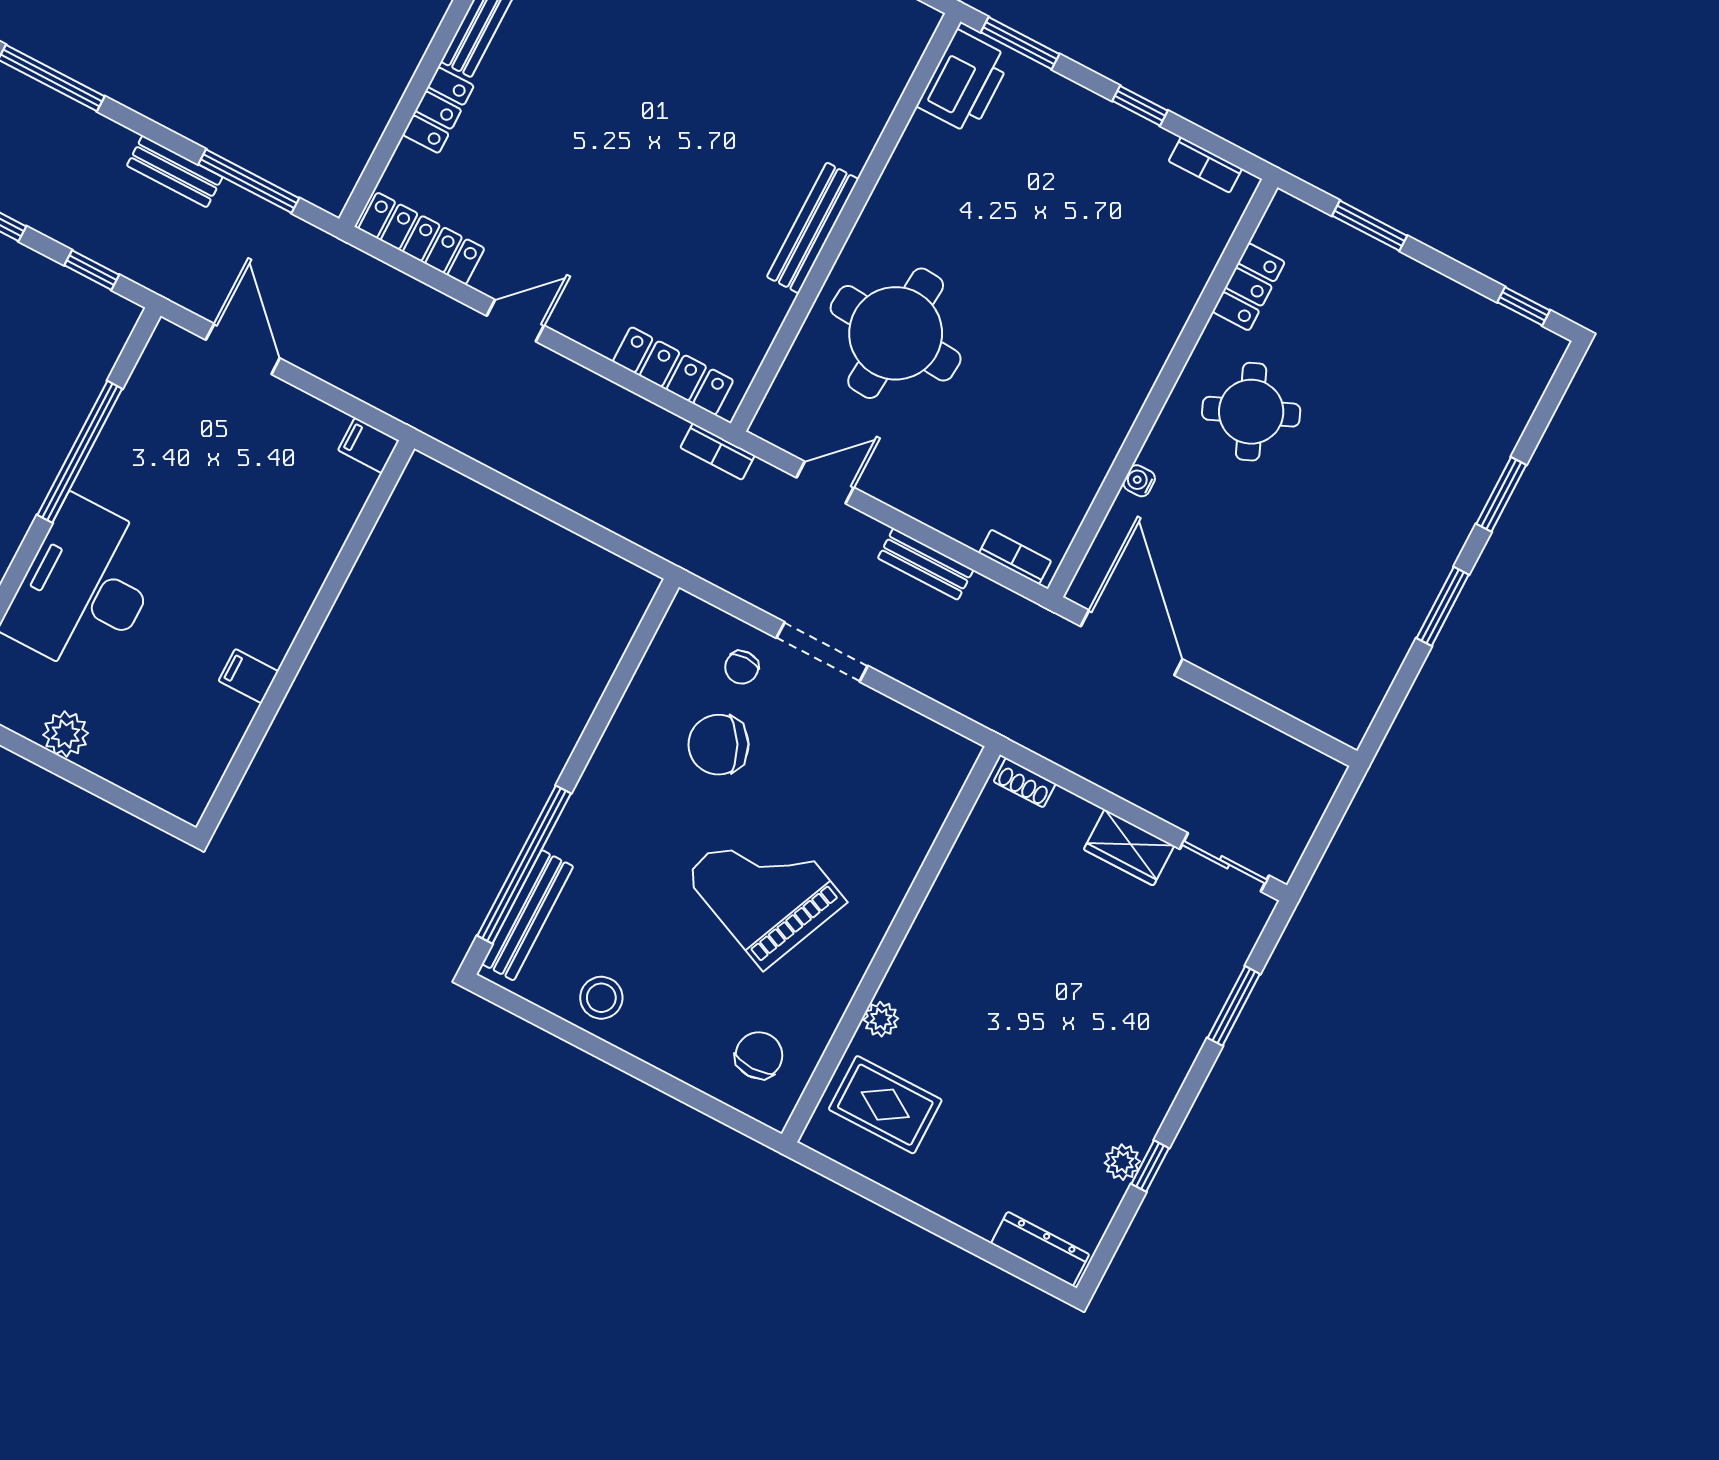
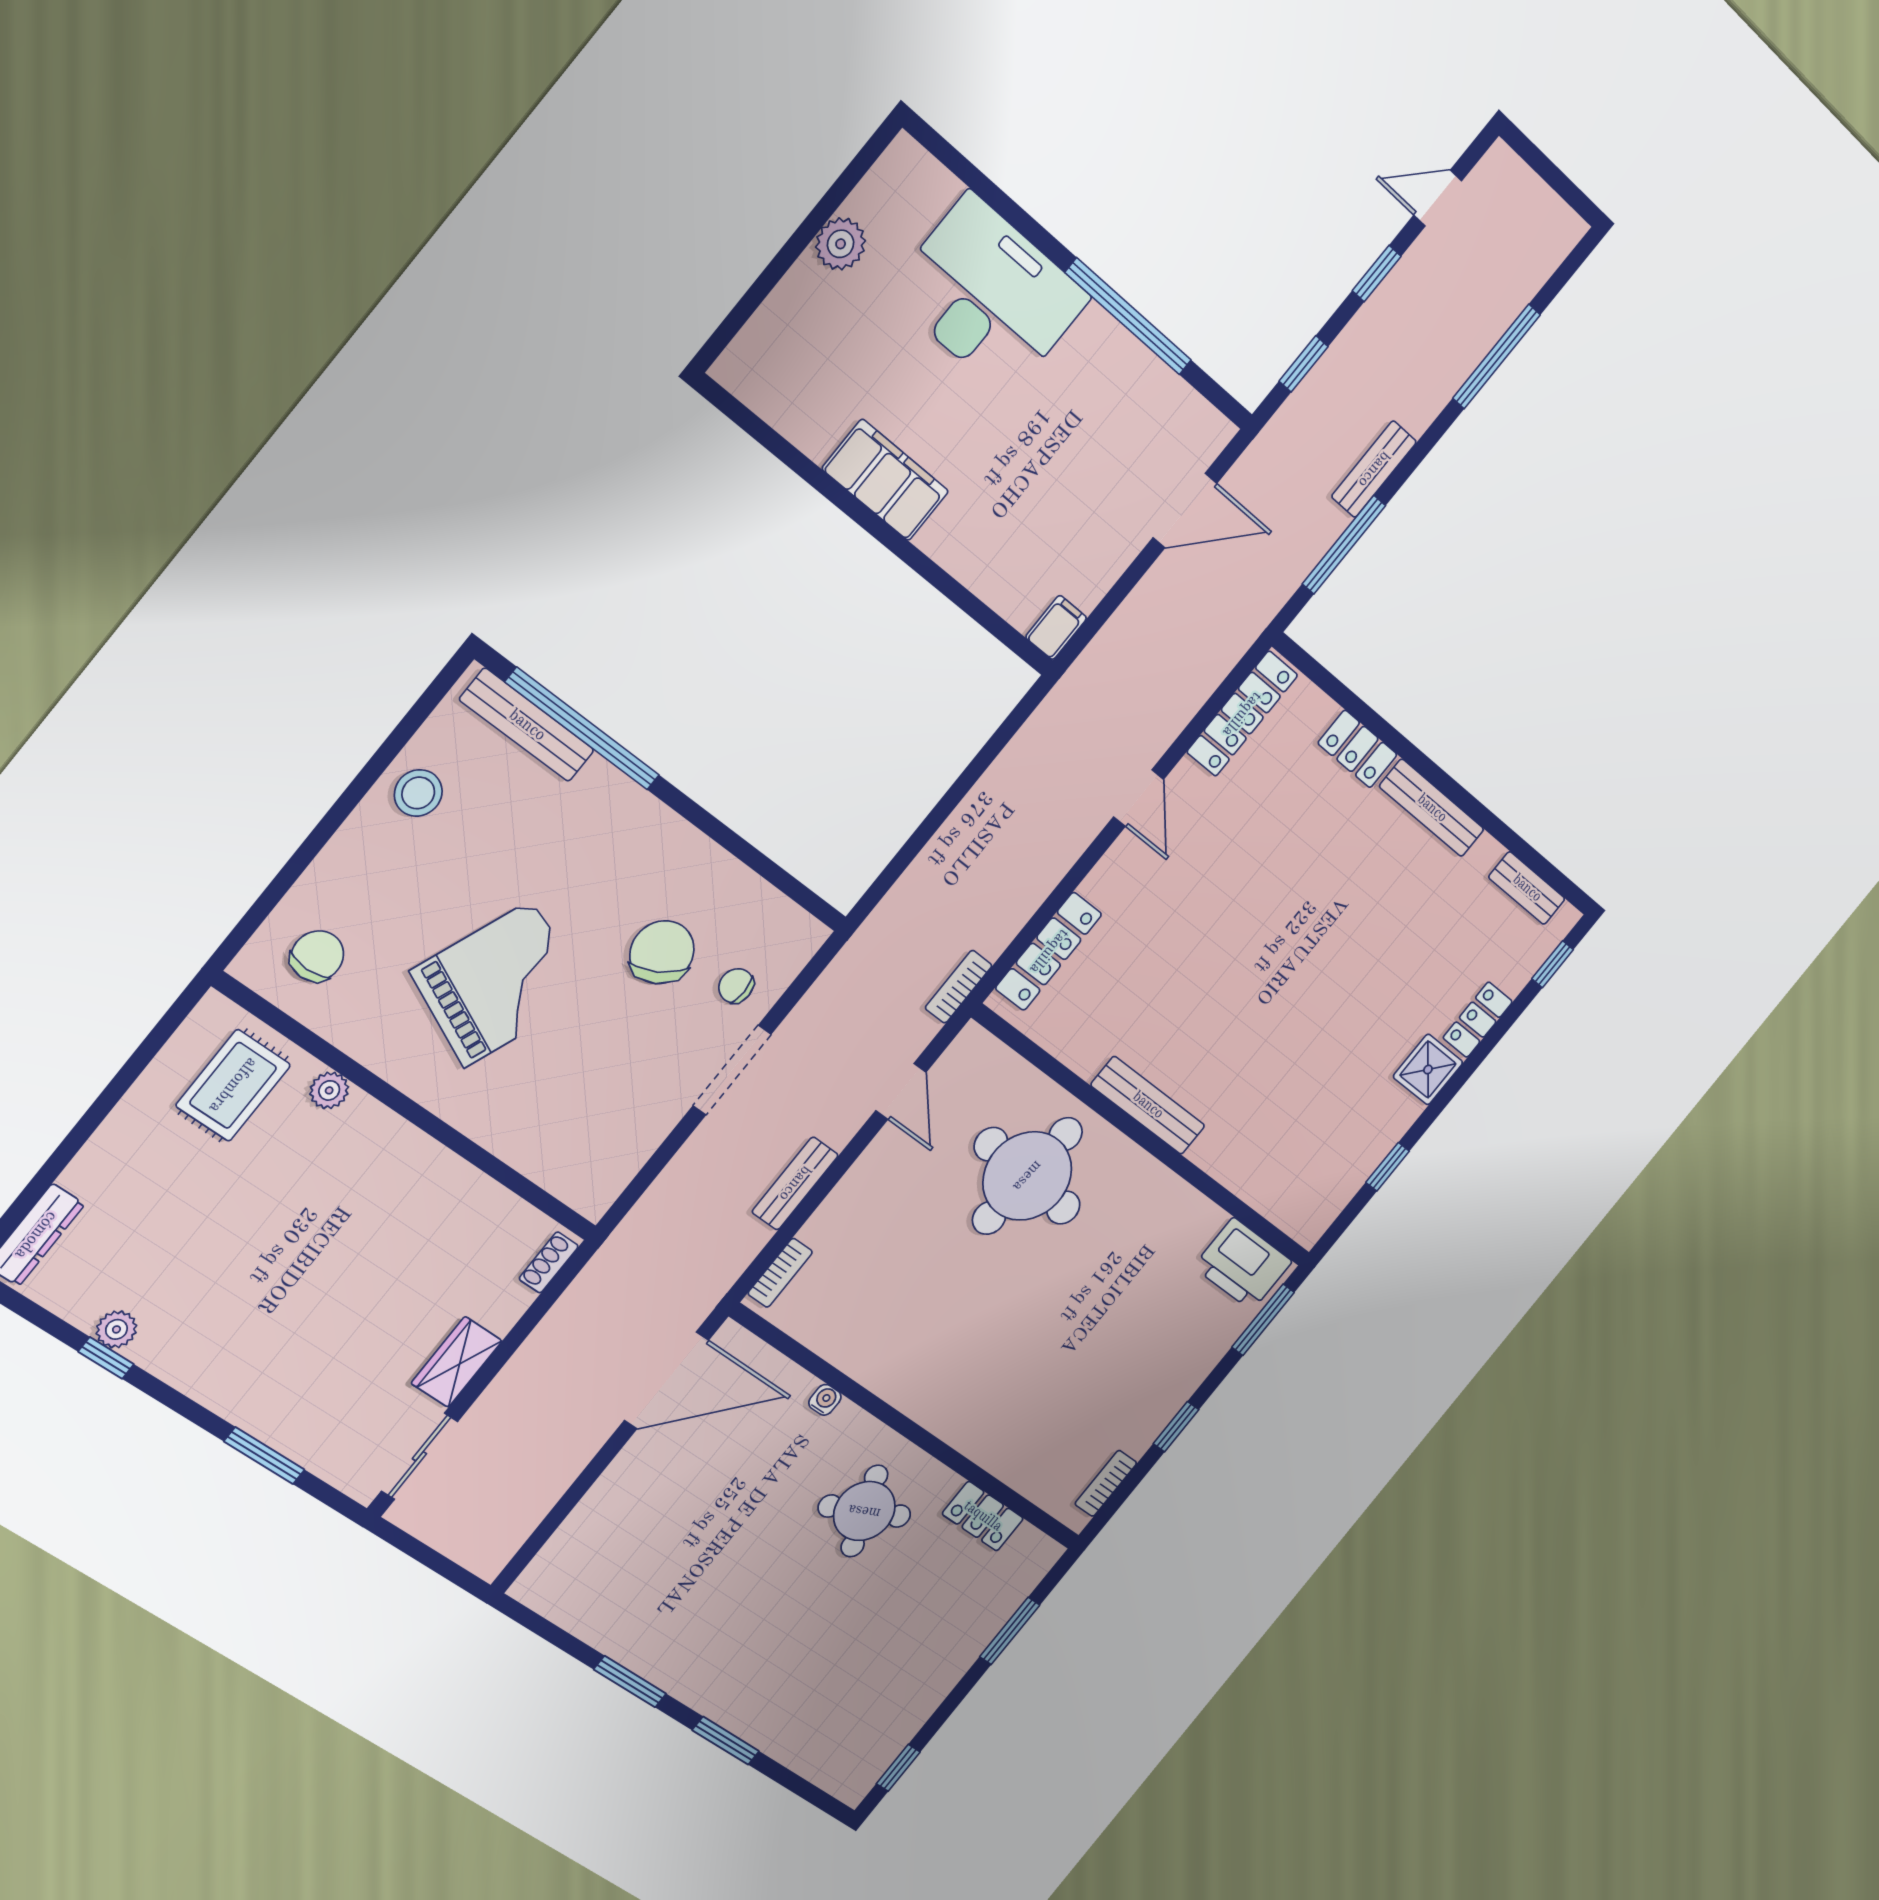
filing cabinet: (248, 676) -> (885, 480), width x3.00, depth x1.17
chair: (759, 1055) -> (317, 956), turned -90

